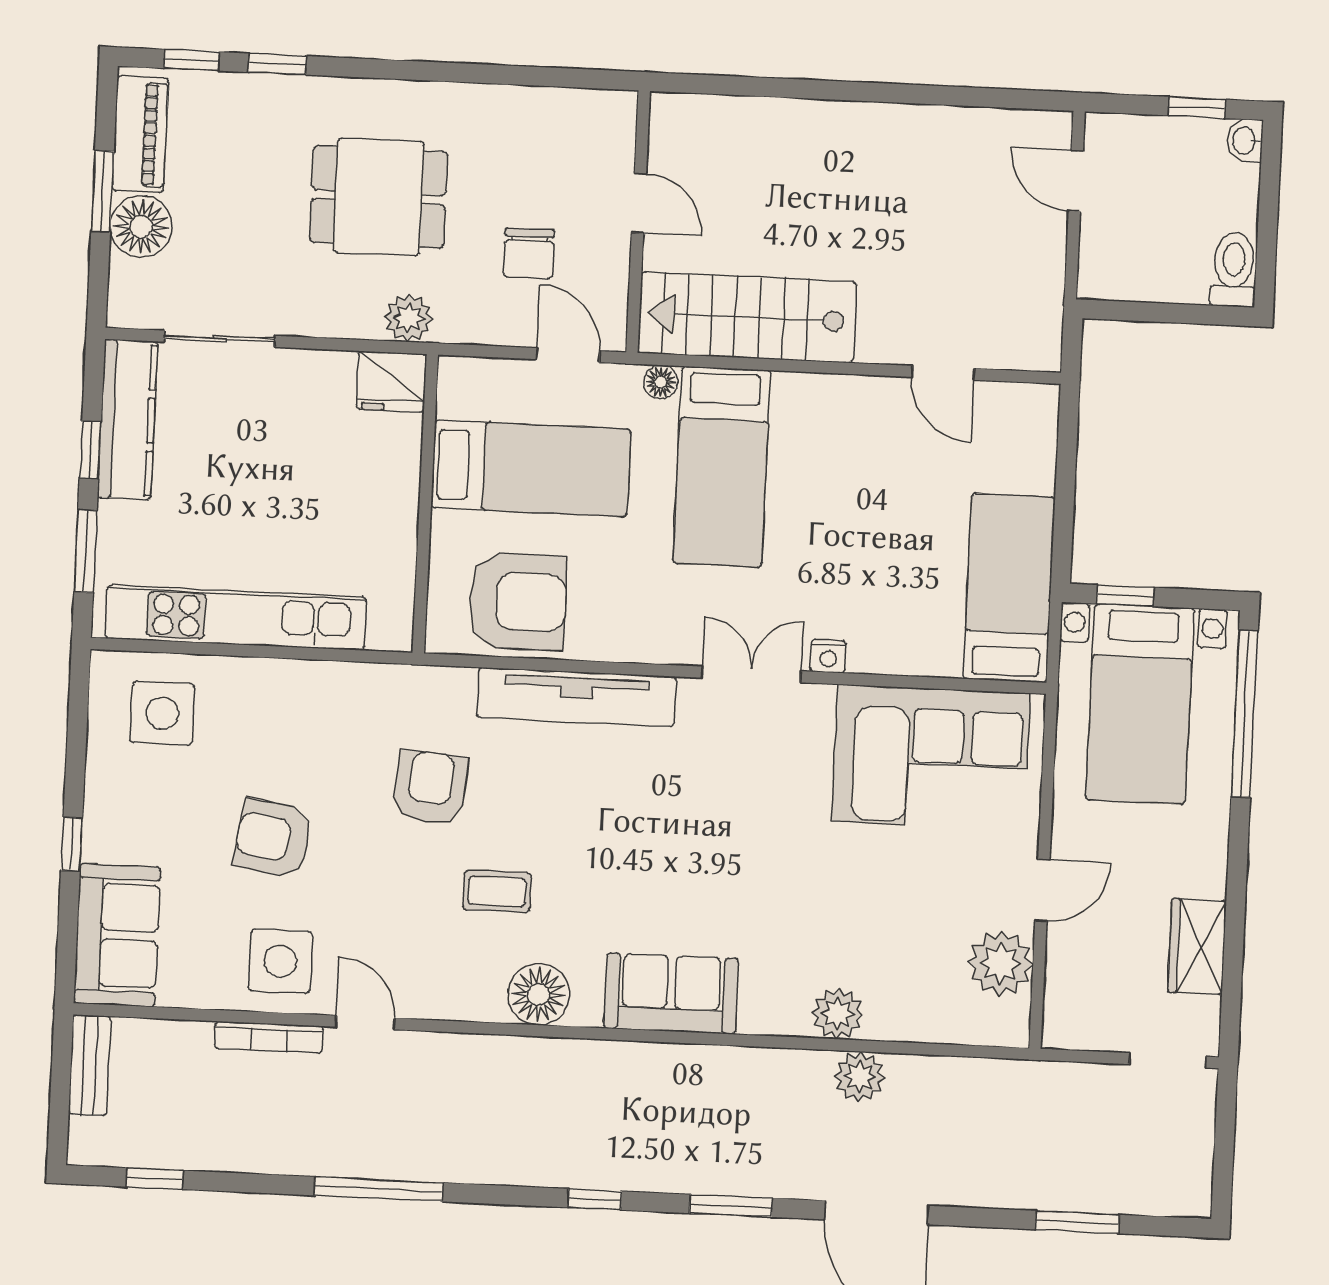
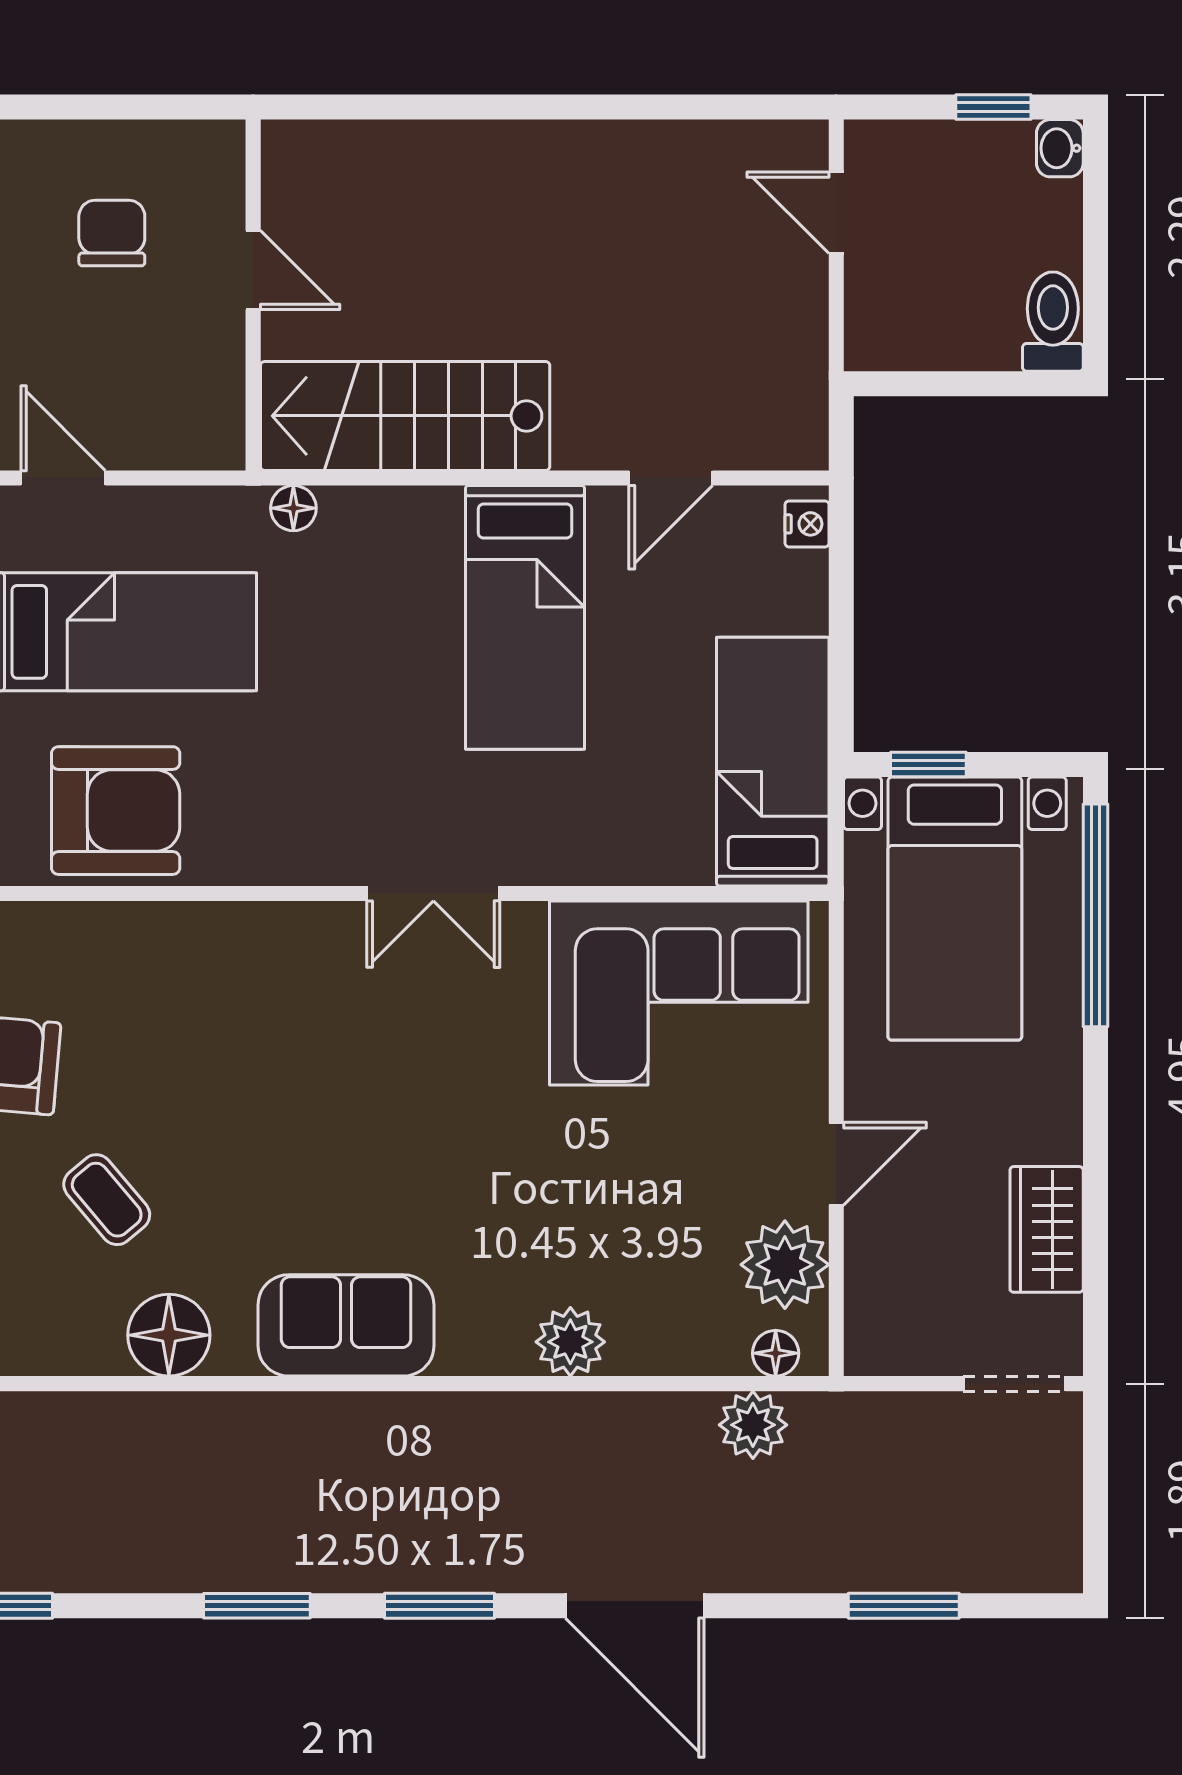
chair: (529, 254) -> (112, 233), moved, turned 180
door: (568, 355) -> (63, 478), moved
door: (943, 373) -> (671, 478), hinge flipped
bed: (722, 467) -> (525, 617), moved
nightstand: (828, 656) -> (807, 524), moved, turned -90
double door: (751, 674) -> (433, 894), swing flipped
tv unit: (576, 697) -> (201, 935), removed
coffee table: (497, 891) -> (107, 1200), turned 50
floor lamp: (991, 1029) -> (776, 1353), added
plant: (860, 1077) -> (753, 1425), moved
window: (595, 1199) -> (257, 1606), width x1.50

